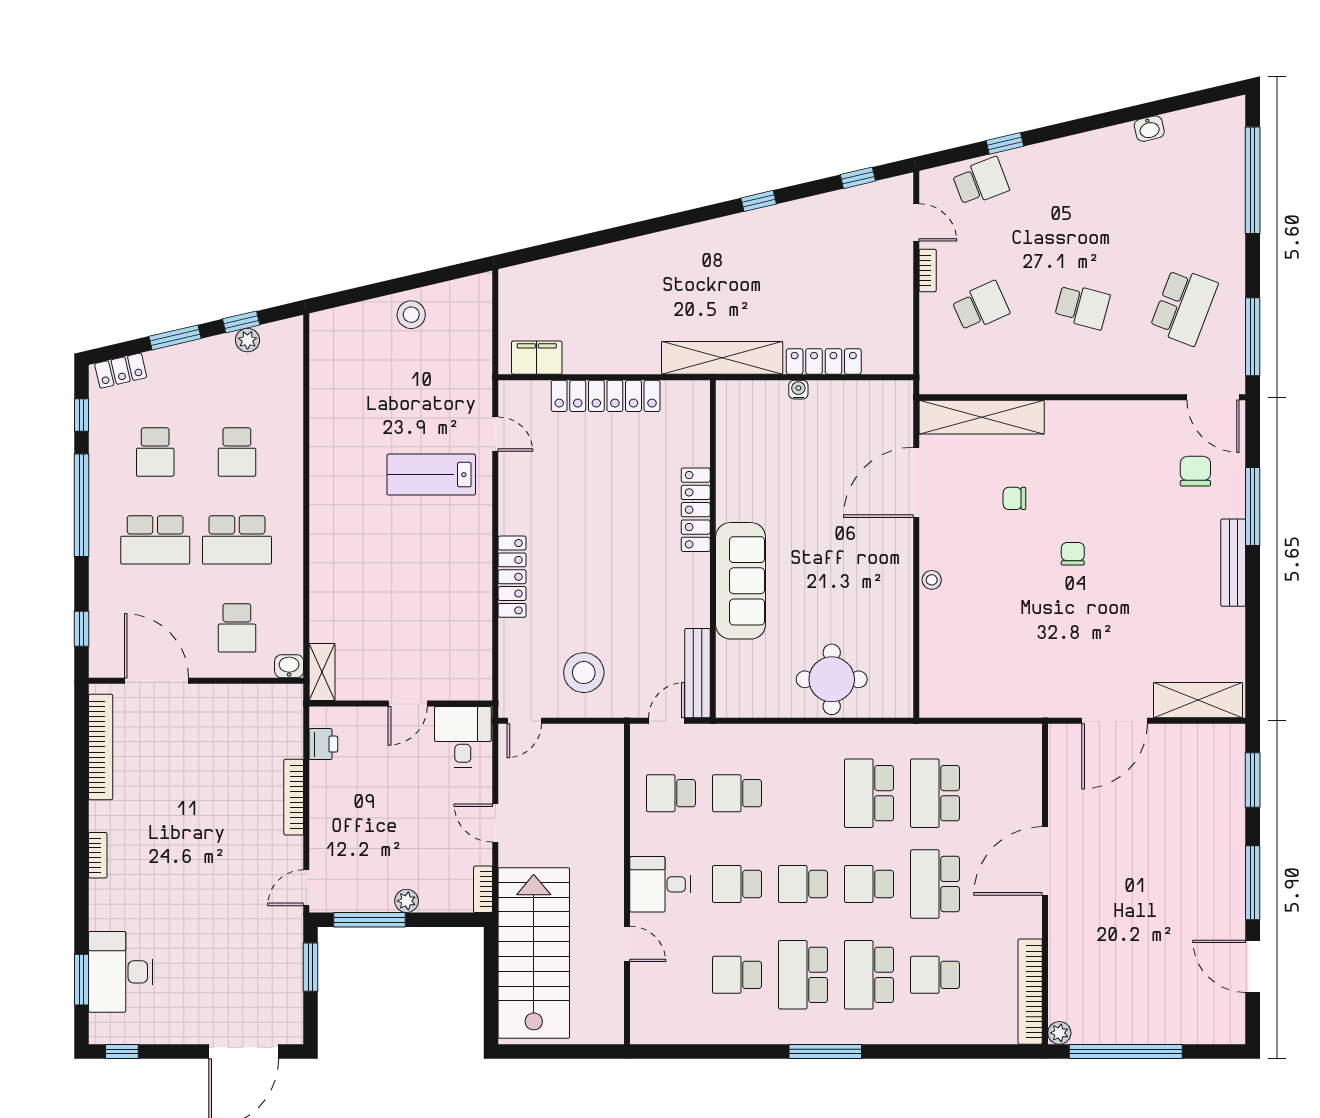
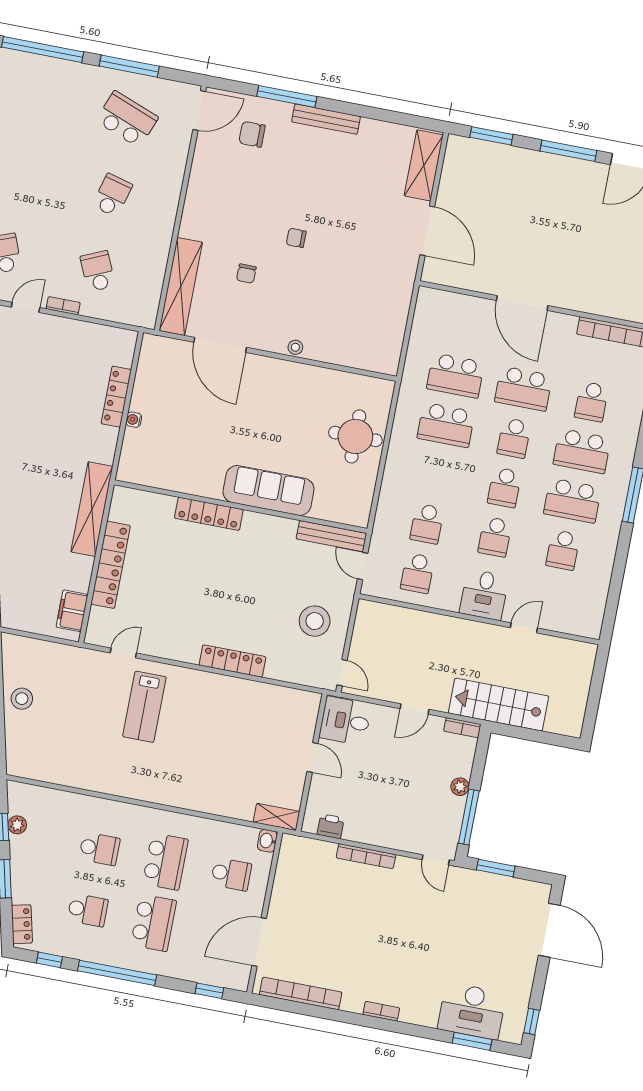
window: (1253, 337) -> (129, 66), moved
shelving: (722, 358) -> (92, 509), moved
stairs: (534, 953) -> (499, 705), width x0.73, depth x0.66

